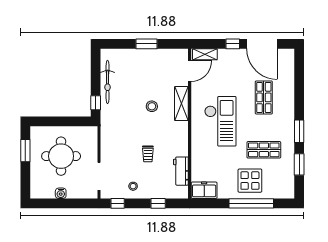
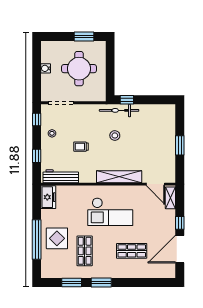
bicycle: (108, 82) -> (119, 110), moved
shelving: (181, 104) -> (119, 177), width x1.47
stool: (152, 106) -> (115, 135), moved
workbench: (181, 171) -> (61, 176), width x1.37

